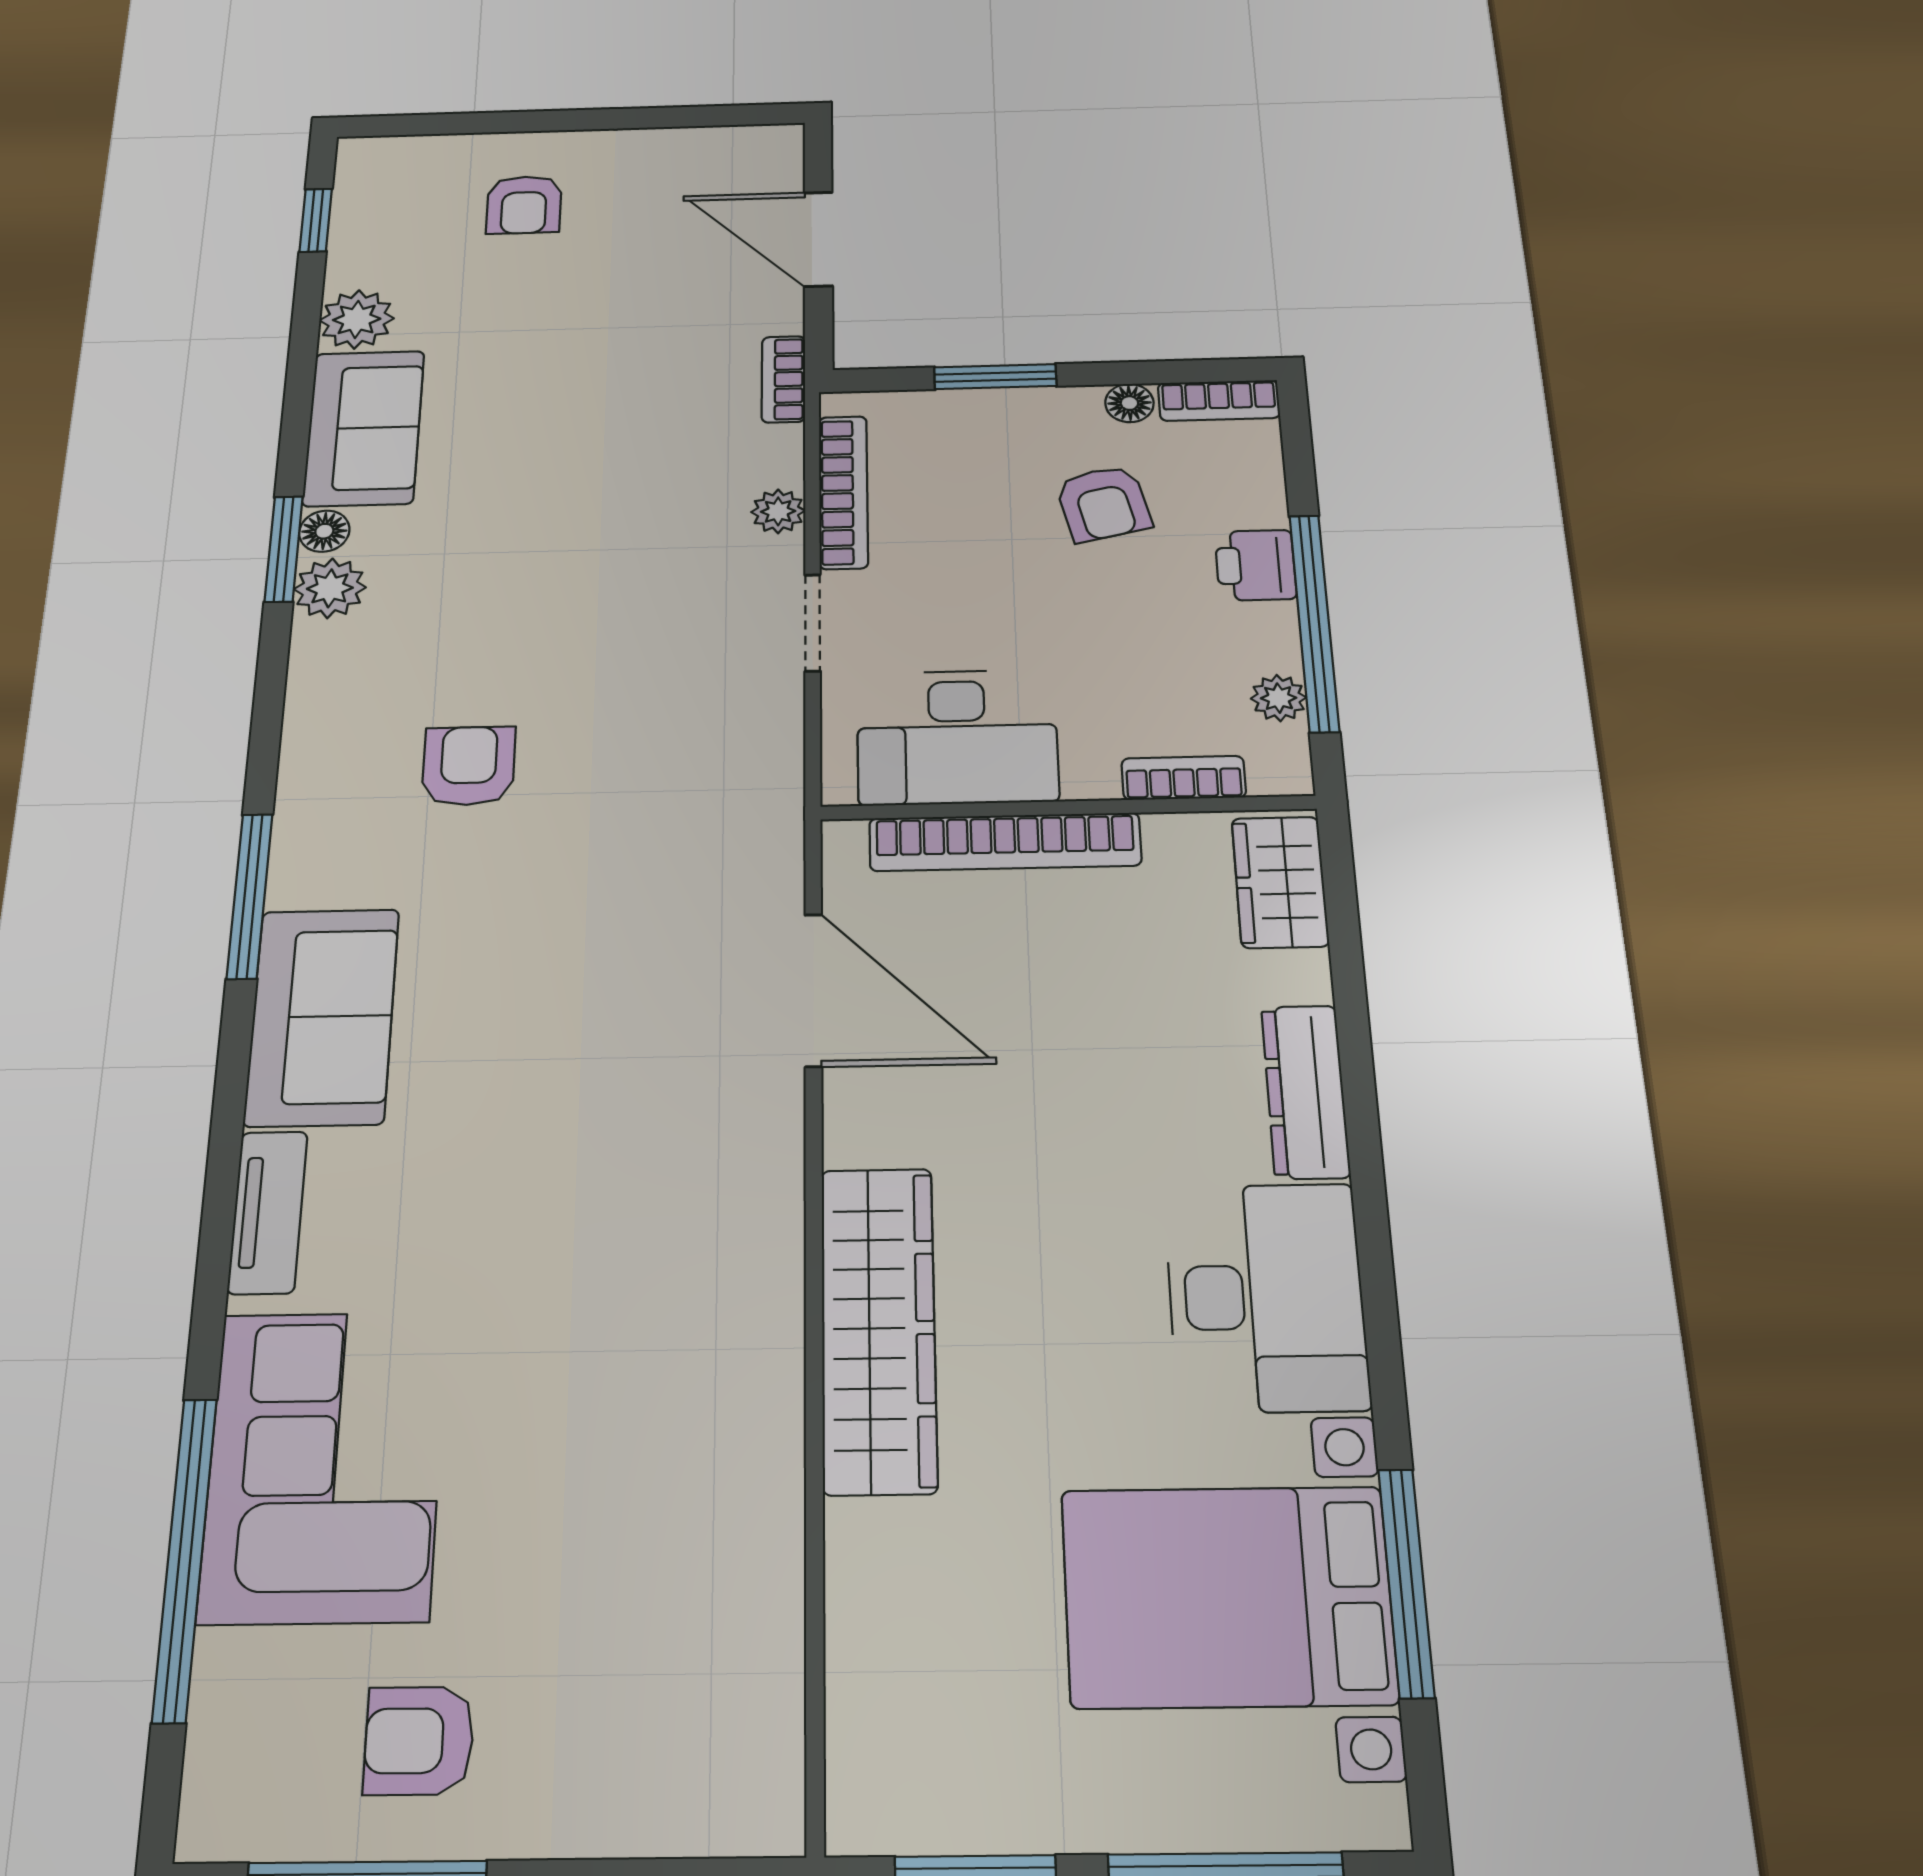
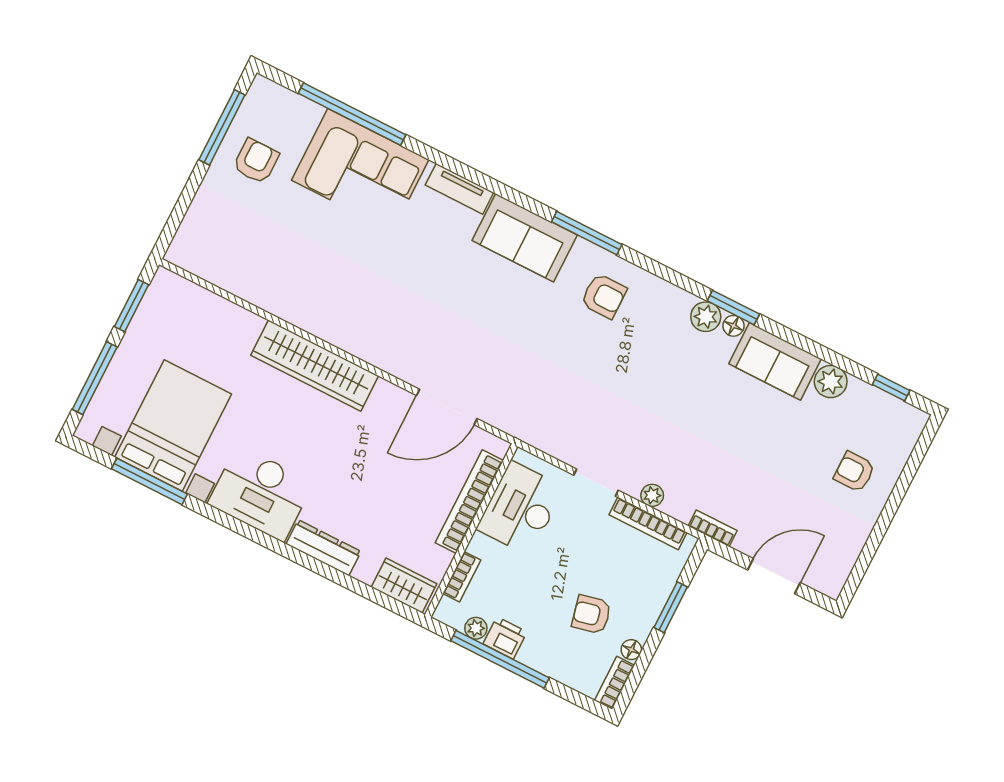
printer: (1256, 565) -> (505, 638), moved
armchair: (469, 766) -> (604, 296), moved

